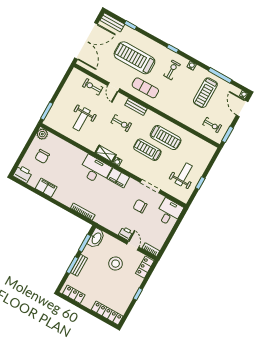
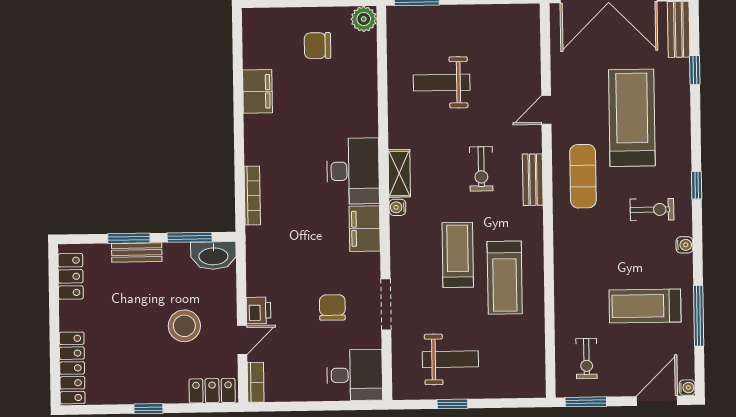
exercise bike: (93, 87) -> (522, 66), removed
printer: (23, 174) -> (258, 27), removed

